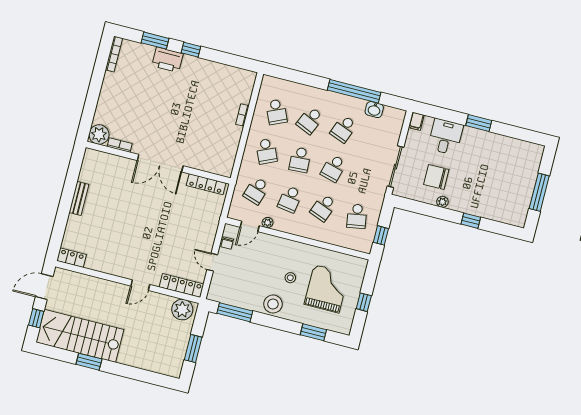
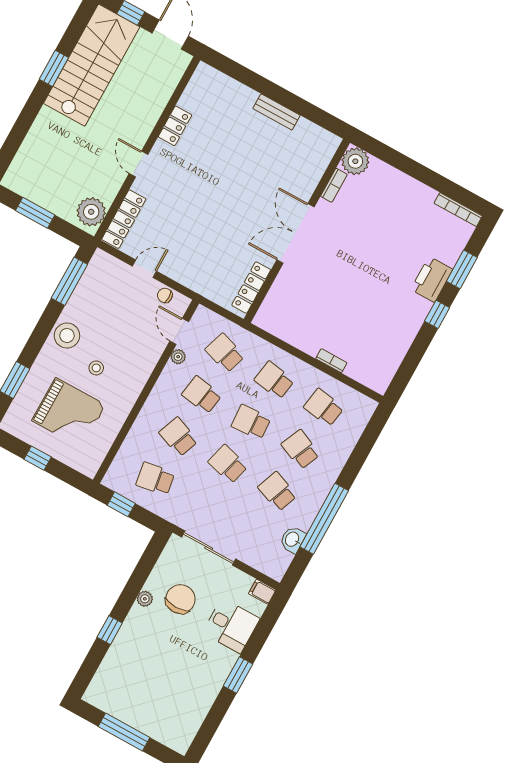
school desk: (277, 112) -> (324, 408), turned 33
school desk: (266, 151) -> (274, 380), turned 33
locker: (71, 258) -> (175, 126), moved

